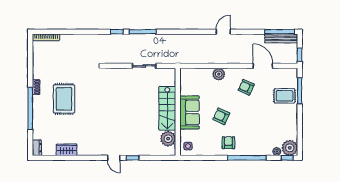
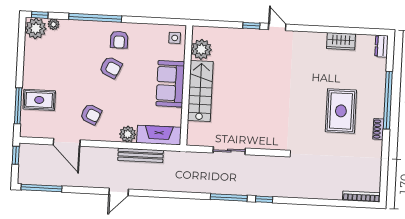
bench: (281, 38) -> (141, 155), moved
fireplace: (196, 75) -> (159, 135), added
armchair: (221, 116) -> (111, 67), moved

